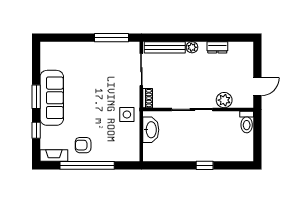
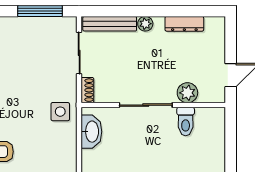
dresser: (217, 47) -> (184, 24), width x1.44
toilet: (247, 122) -> (186, 121), moved

